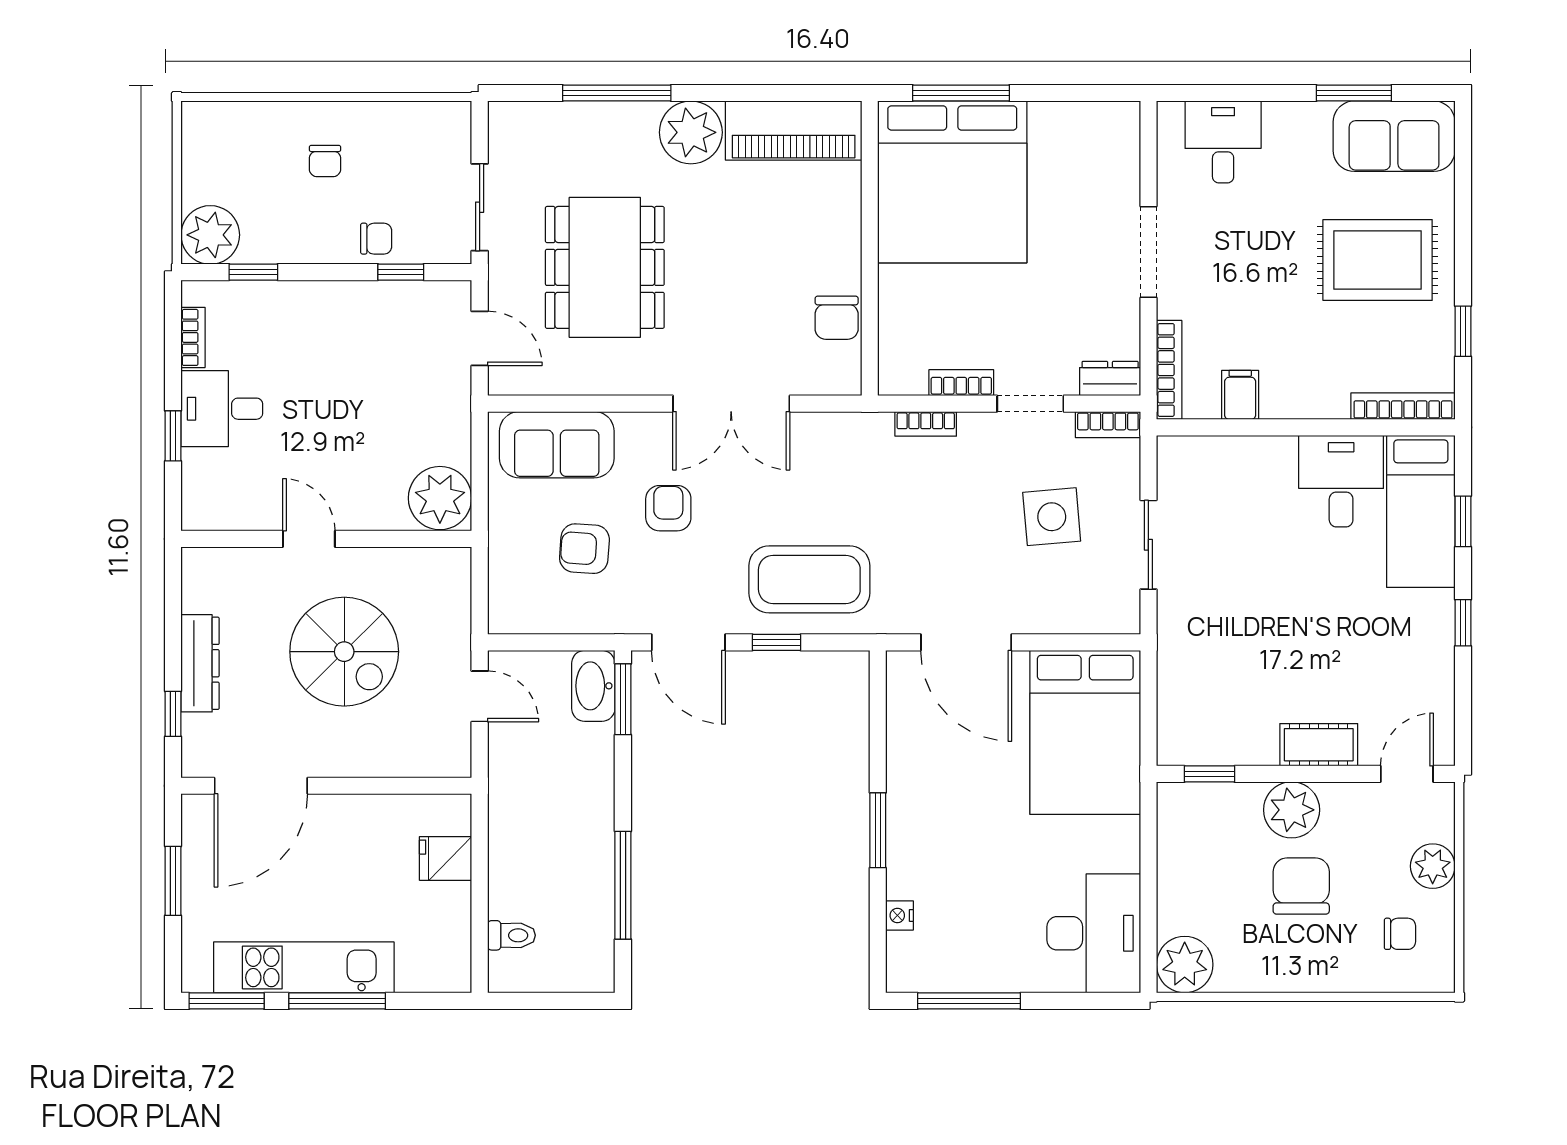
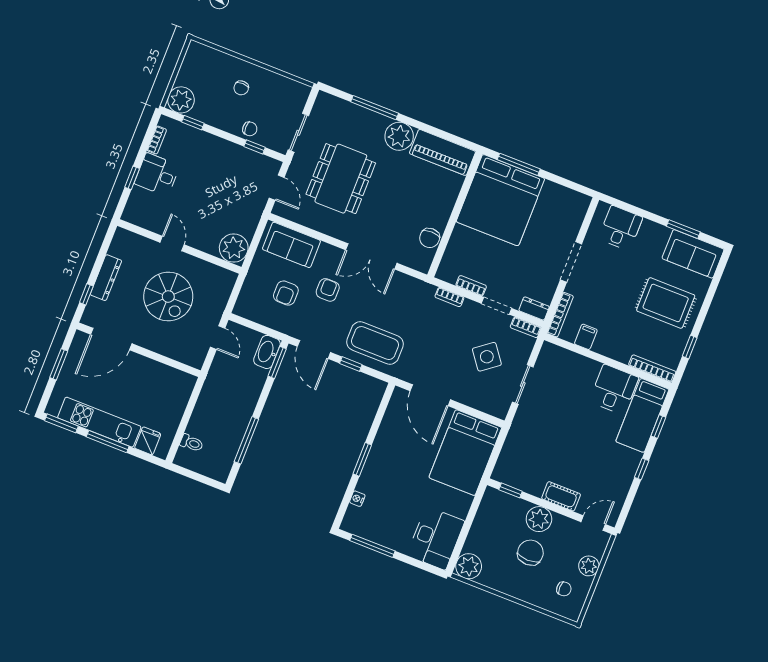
side table: (1052, 517) -> (487, 357), turned -32
armchair: (584, 549) -> (286, 293), turned -94
fridge: (446, 858) -> (148, 441), moved, turned 90

